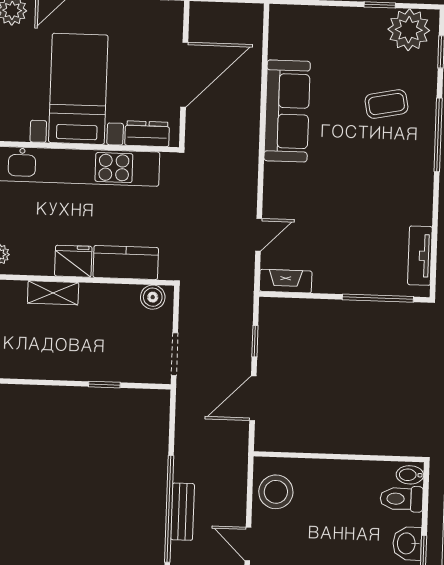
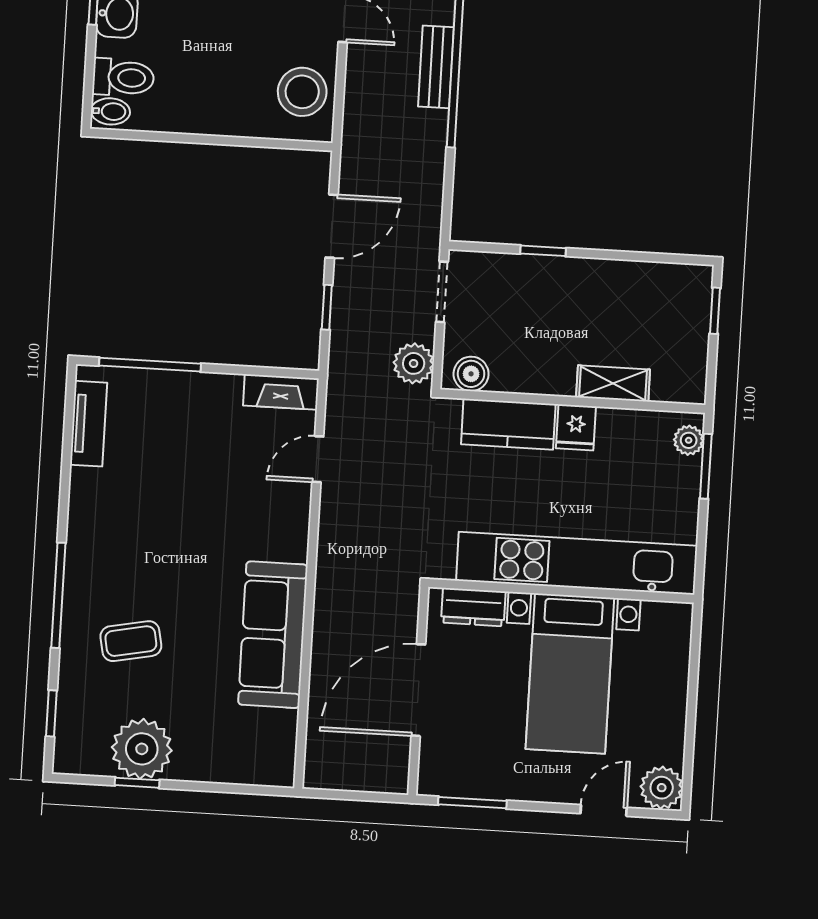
plant: (409, 30) -> (142, 749), moved
fridge: (73, 261) -> (576, 427), width x0.72
plant: (193, 303) -> (414, 363), added

